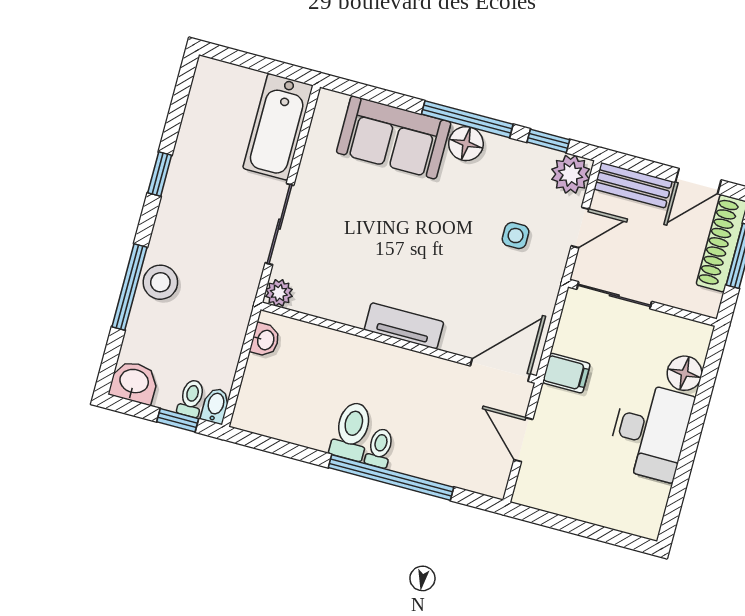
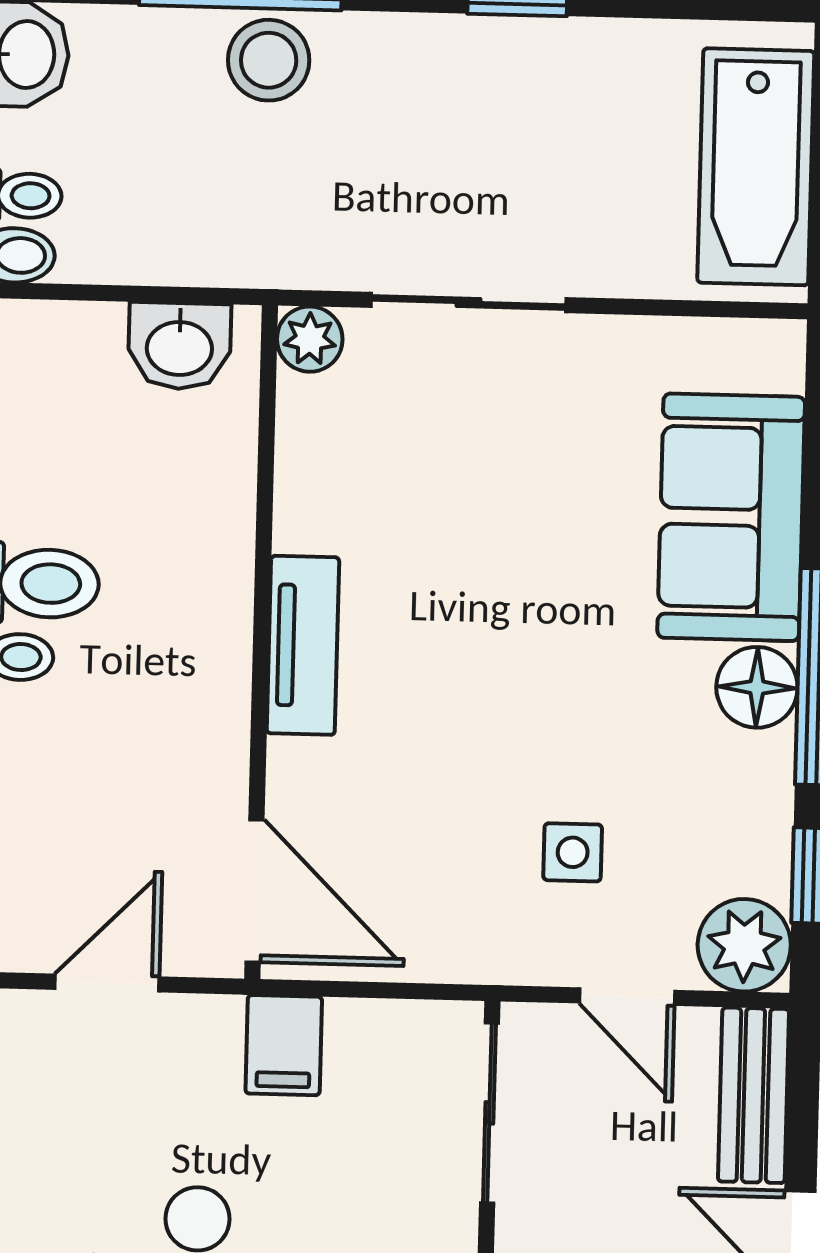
bathtub: (278, 127) -> (756, 167), moved, turned -90
washbasin: (265, 340) -> (179, 346), width x1.38, depth x1.45

